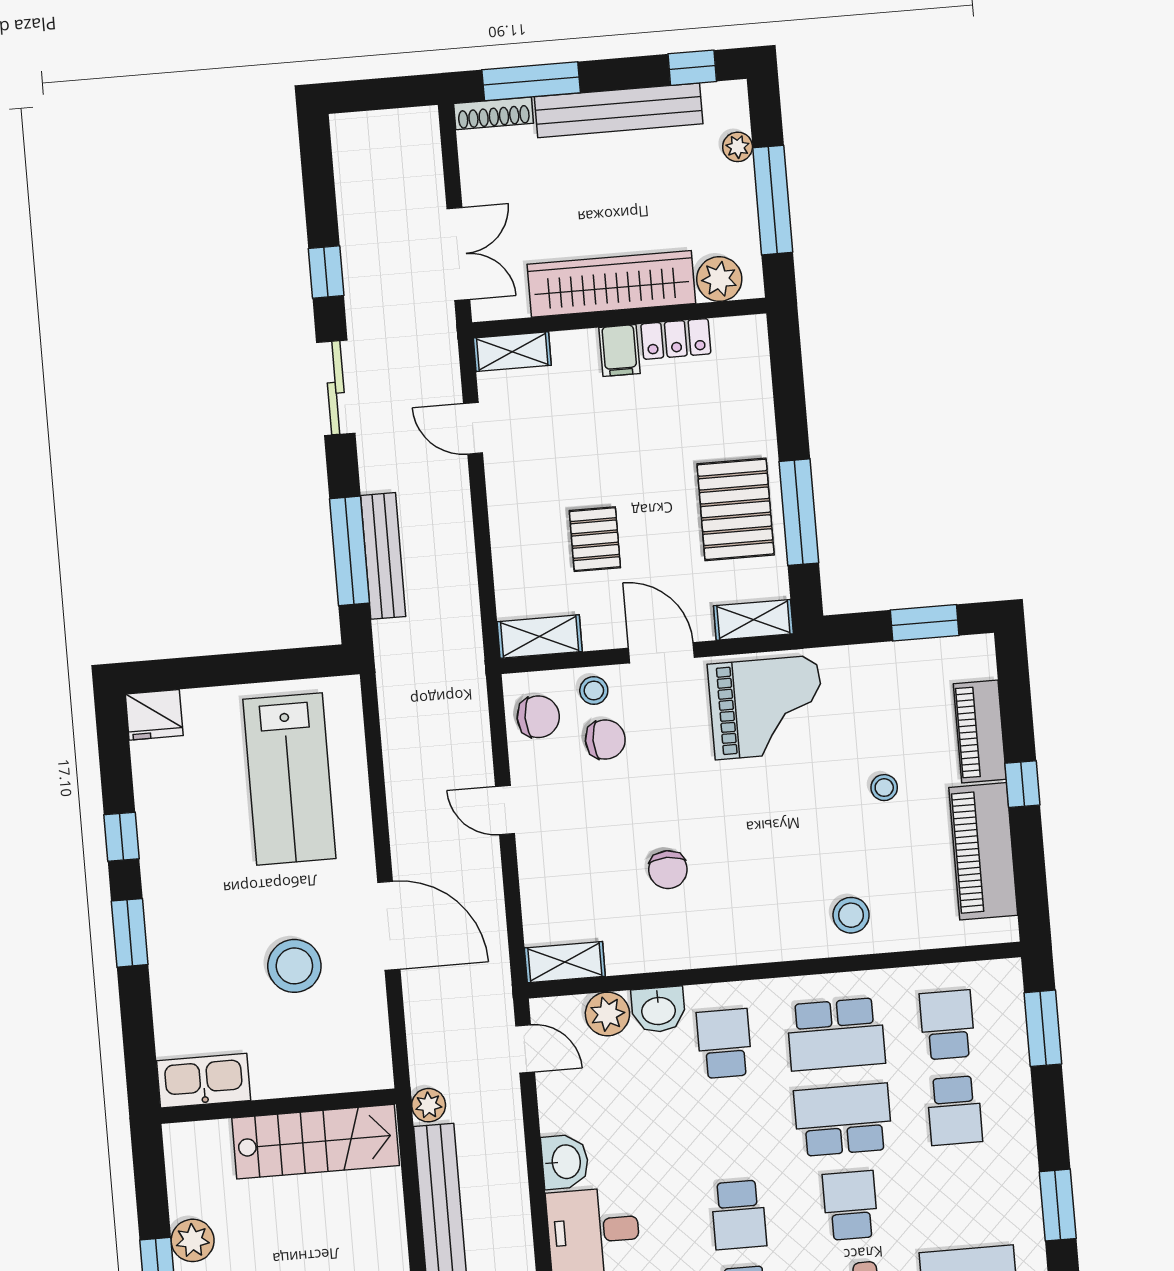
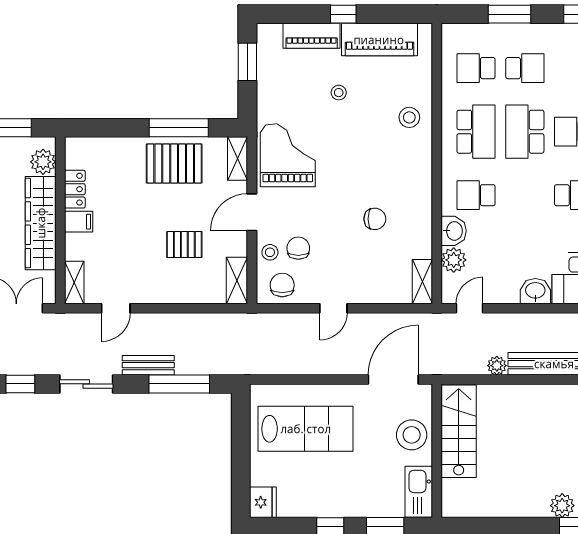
bench: (383, 556) -> (148, 365), moved, width x0.73
window: (1043, 1028) -> (510, 14), moved
kitchen sink: (204, 1081) -> (419, 492), moved
wall: (278, 1106) -> (437, 451), moved
stairs: (316, 1142) -> (459, 431), moved

